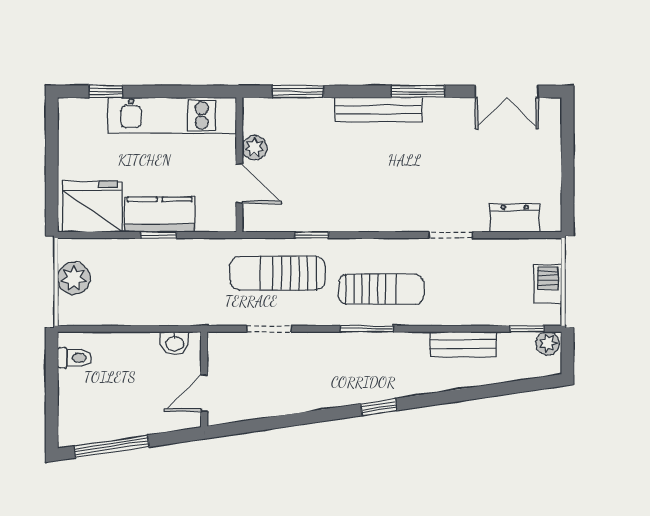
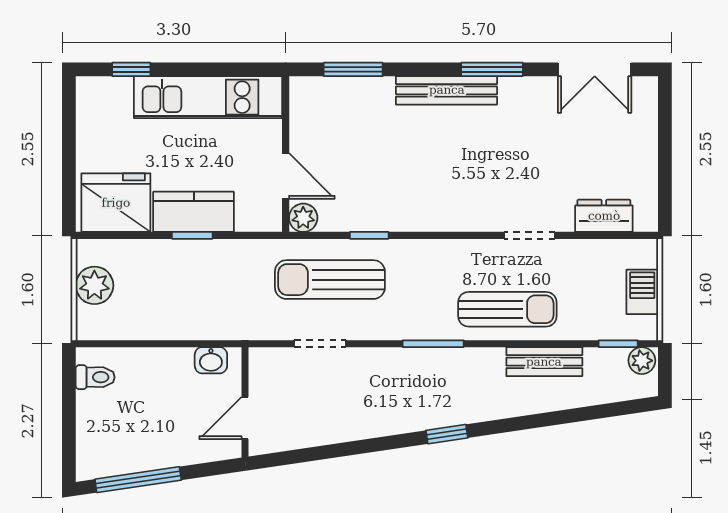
plant: (255, 148) -> (303, 218), moved
sun lounger: (381, 289) -> (507, 309), moved

